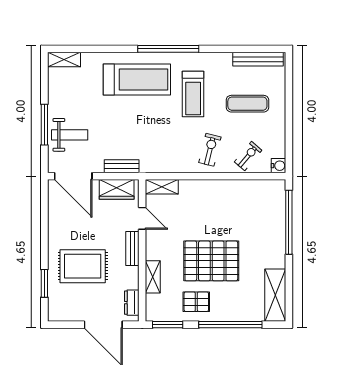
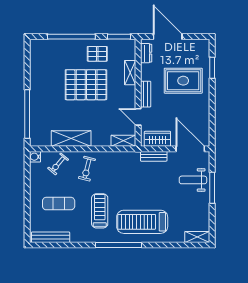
shelving: (275, 295) -> (71, 138), moved, turned 90

